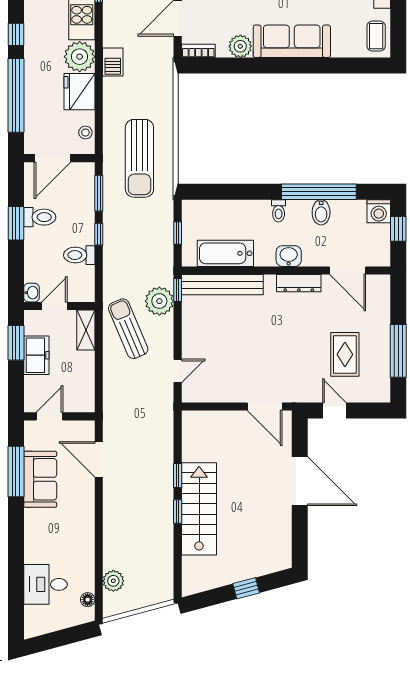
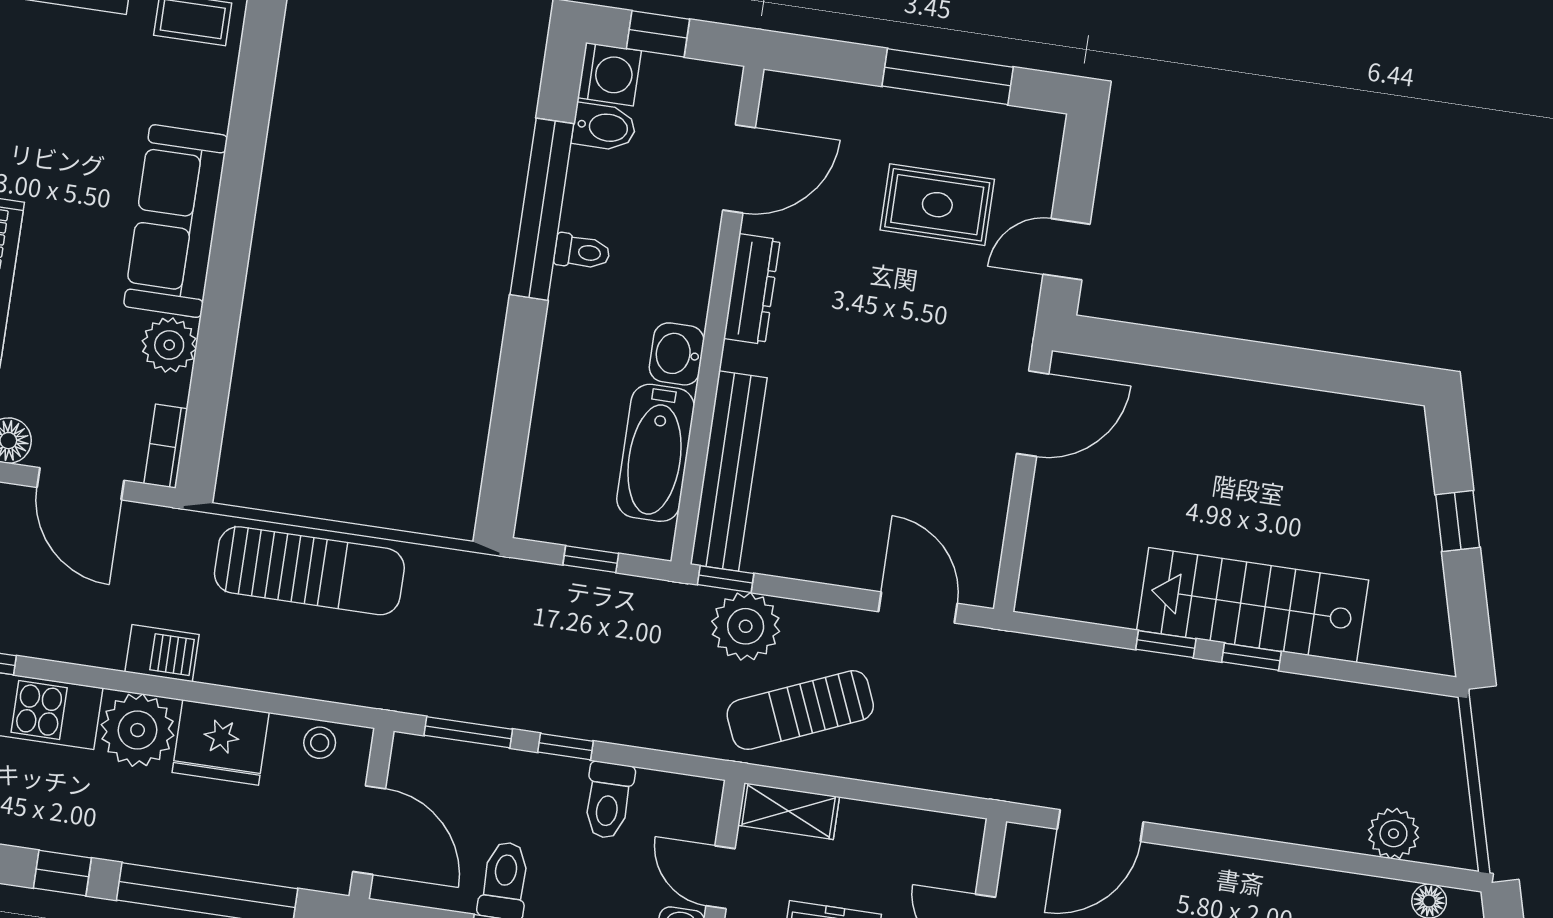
sun lounger: (139, 158) -> (309, 571), moved
toilet: (279, 211) -> (582, 252), moved
bidet: (321, 212) -> (604, 127), moved
washbasin: (289, 256) -> (677, 354), moved
door: (178, 371) -> (918, 607), width x1.38
door: (300, 481) -> (1222, 356), removed

